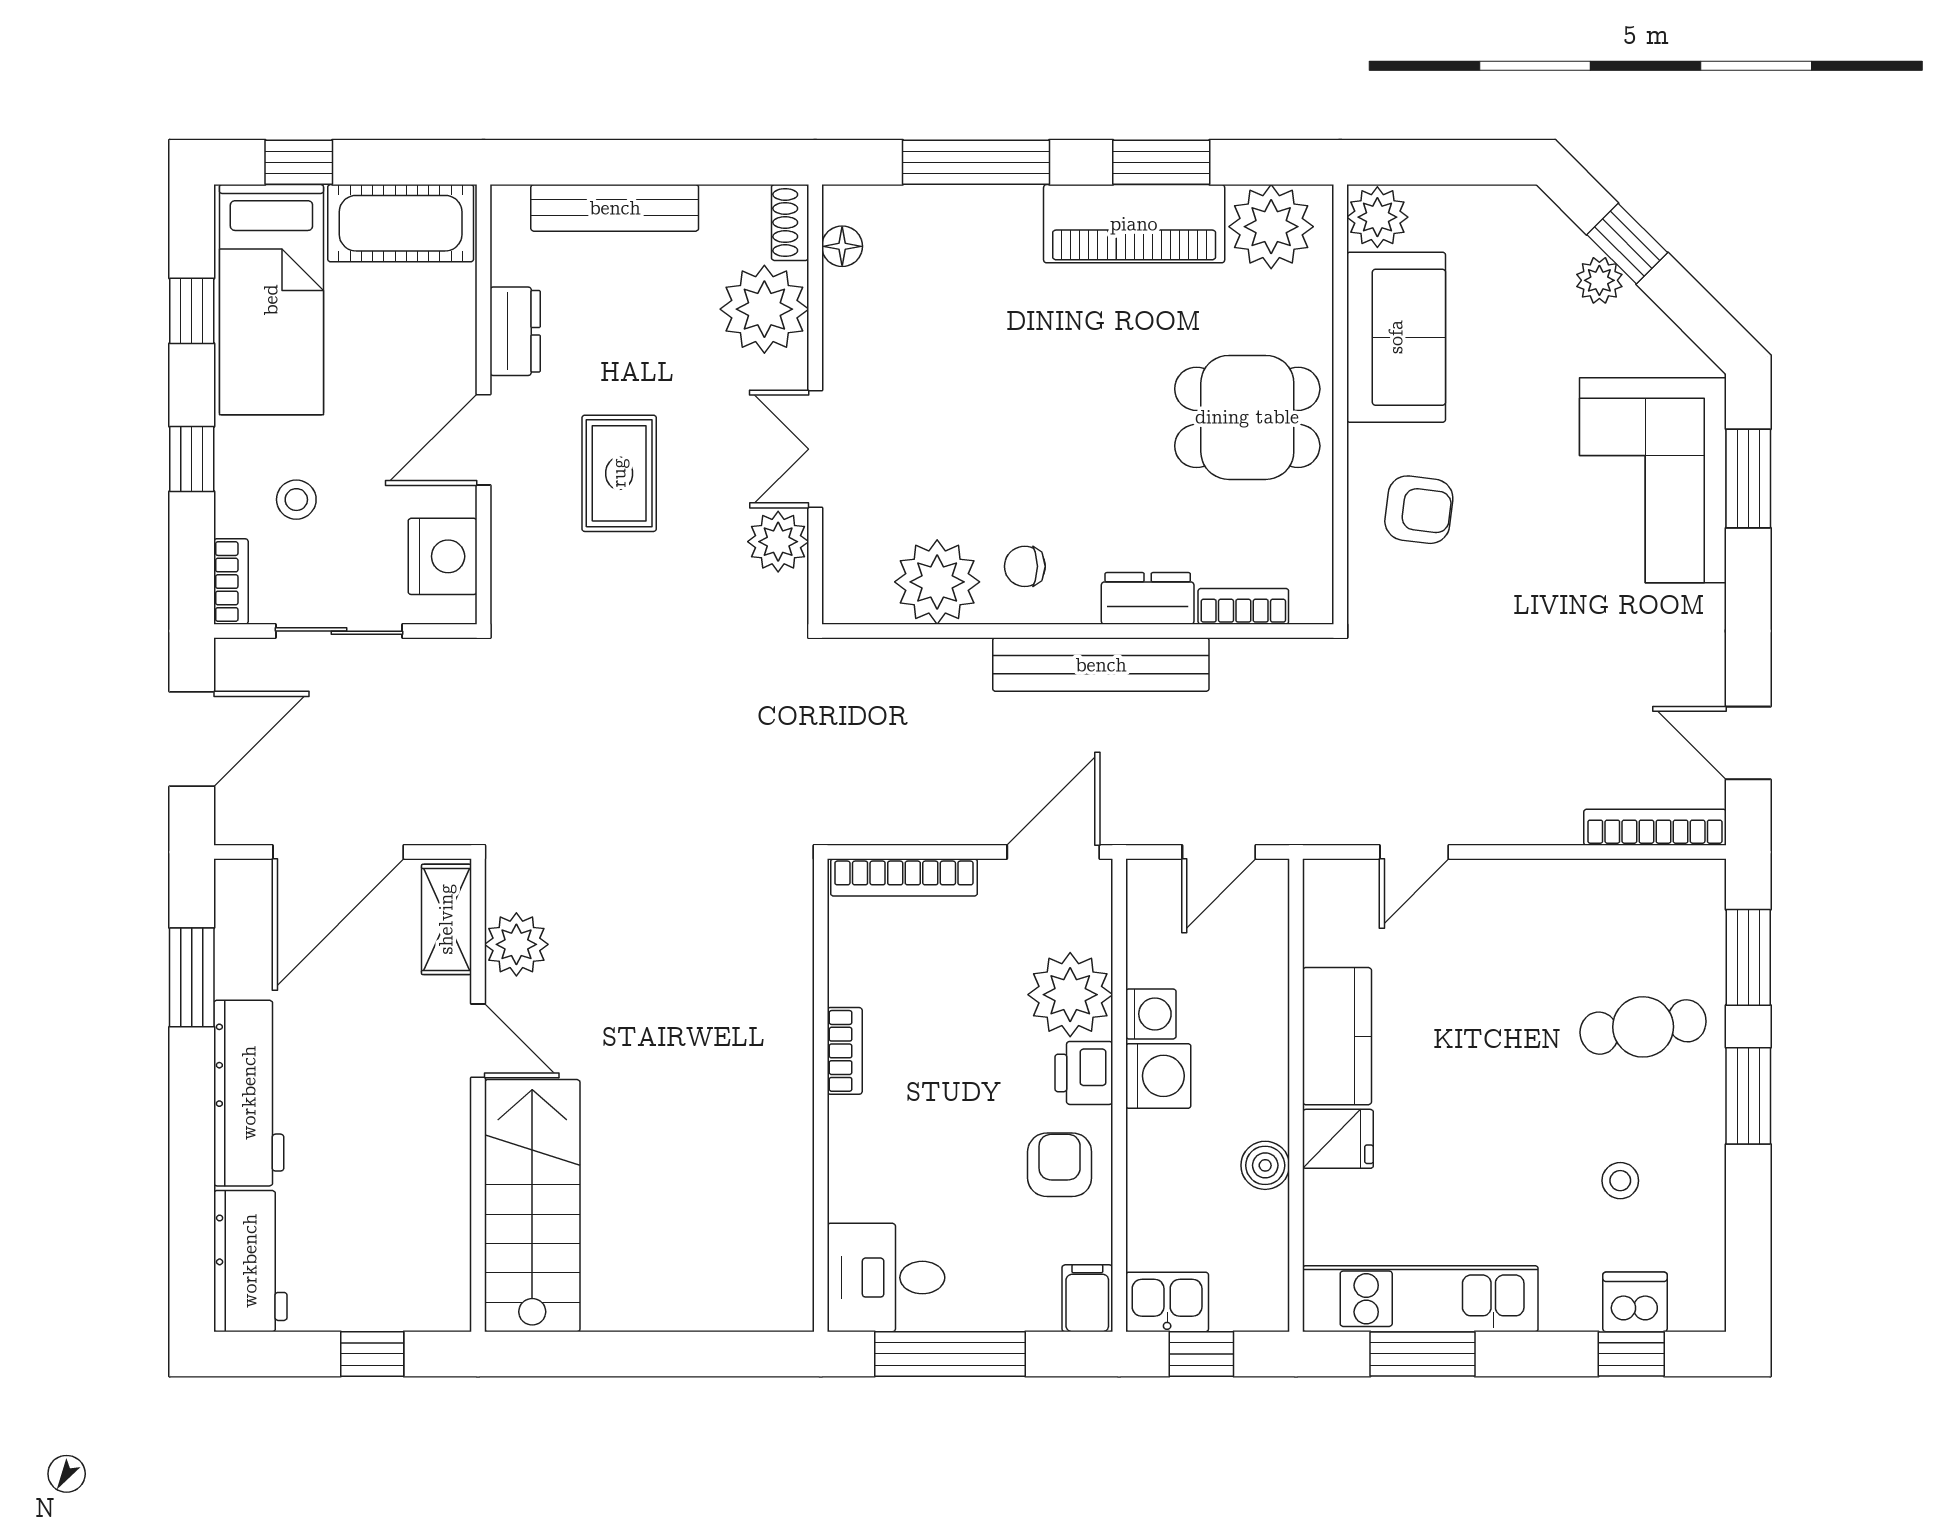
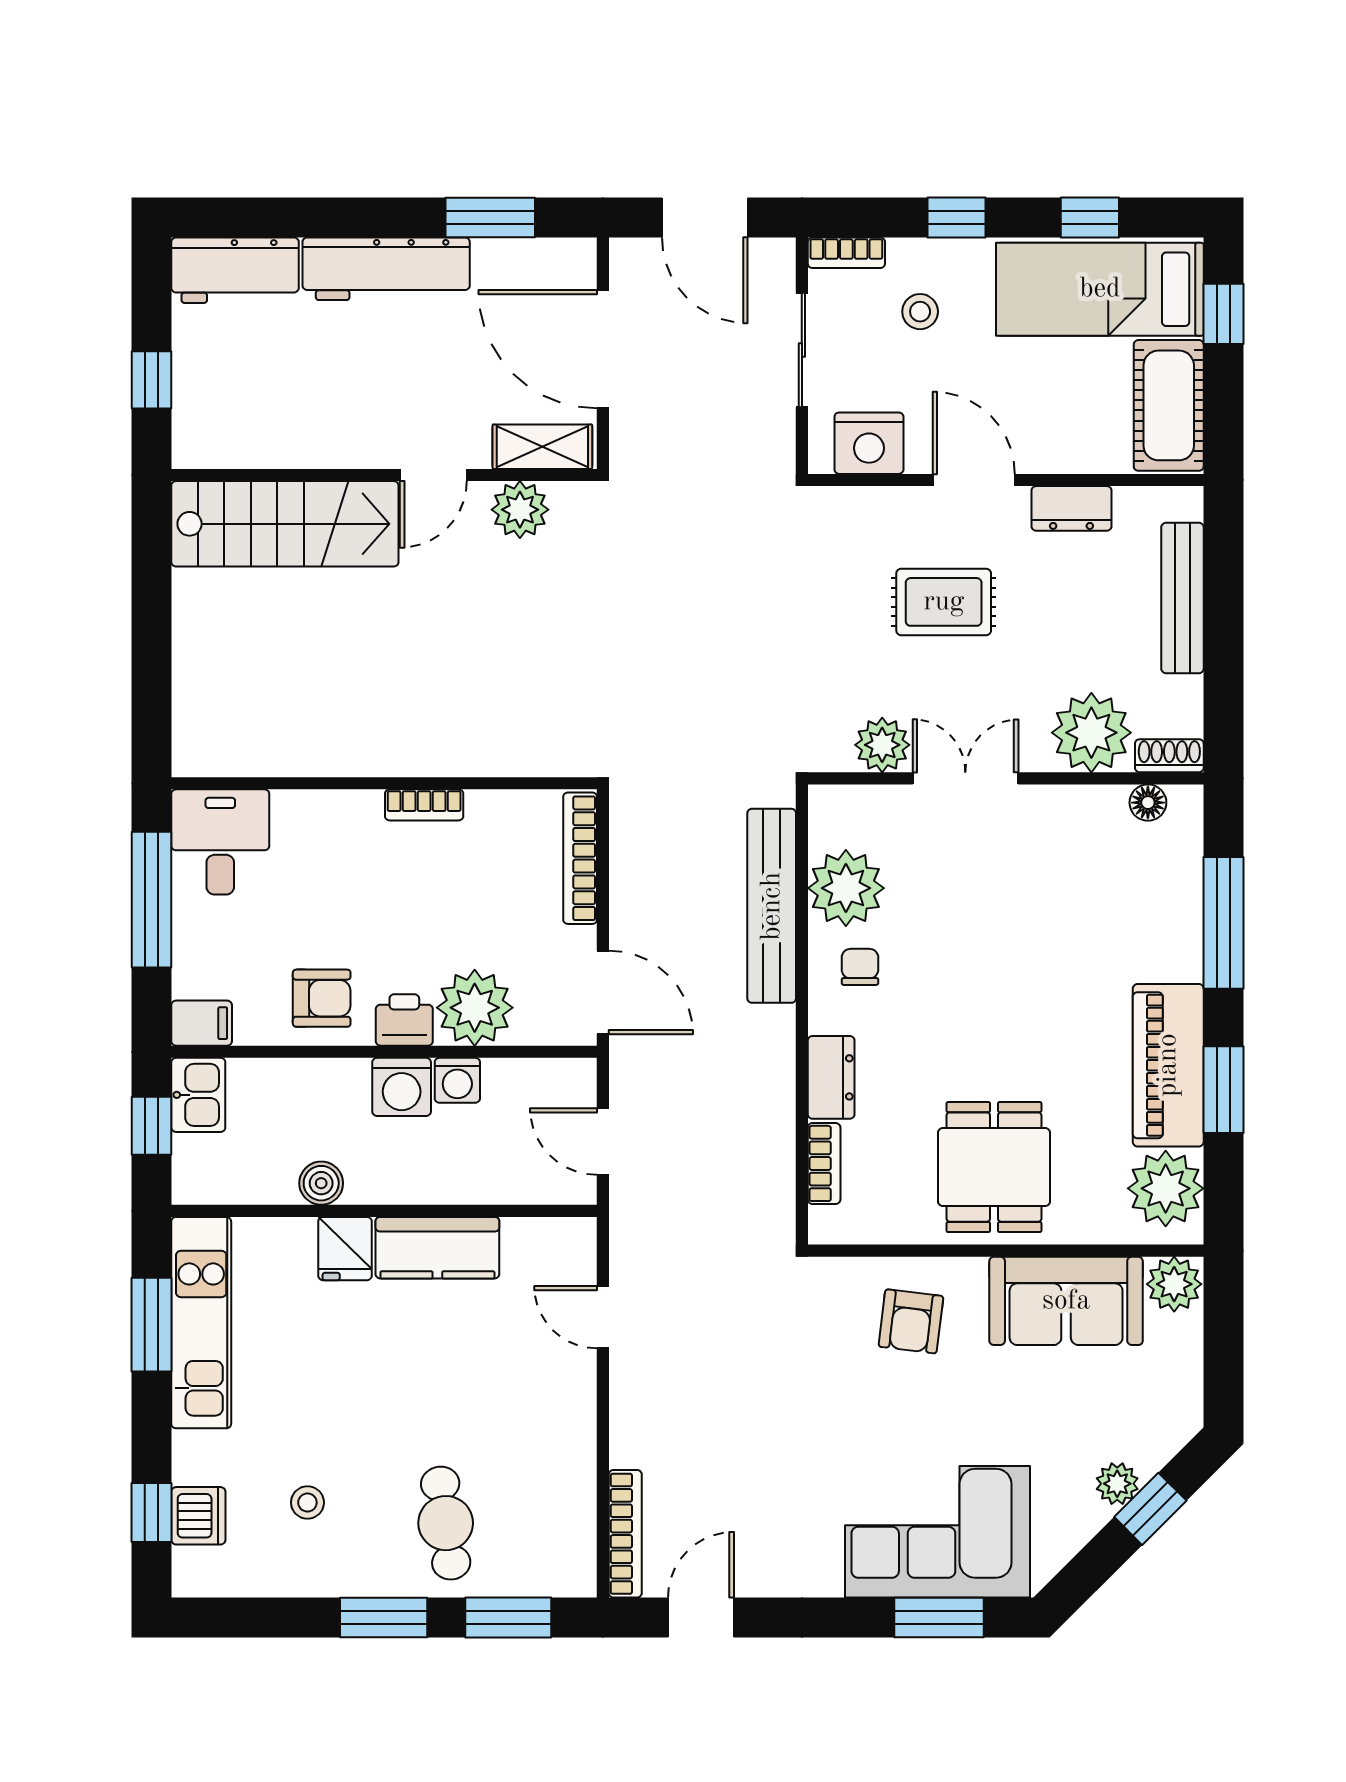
bench: (1101, 665) -> (772, 906), moved

